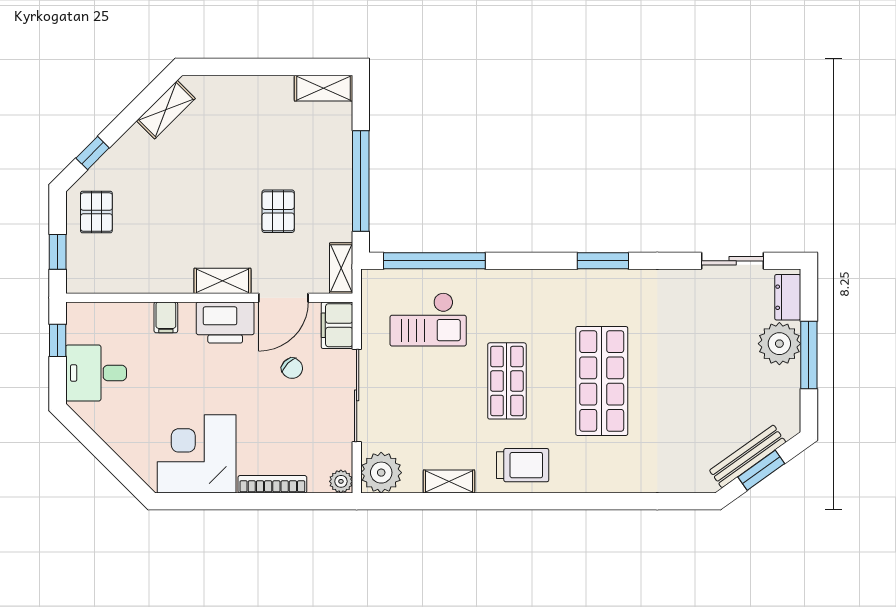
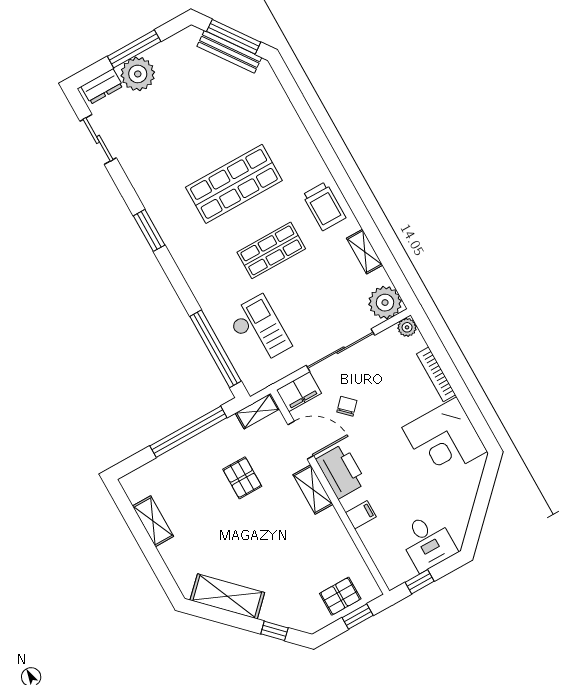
shelving: (323, 88) -> (153, 521), moved
shelving: (166, 110) -> (227, 596), width x1.50, depth x1.33
pallet: (278, 211) -> (242, 478), turned 90
pallet: (96, 212) -> (340, 596), moved
trolley: (523, 465) -> (324, 206), turned 180
window: (761, 470) -> (234, 37), width x1.44

